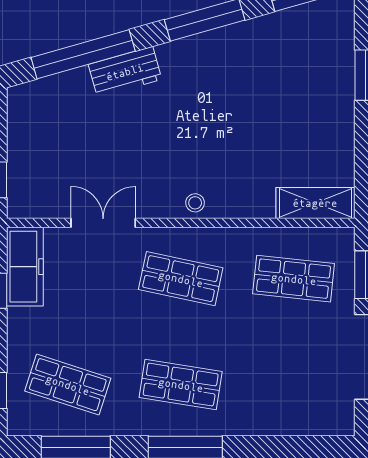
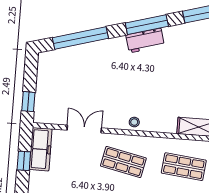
workbench: (125, 72) -> (145, 40), moved

